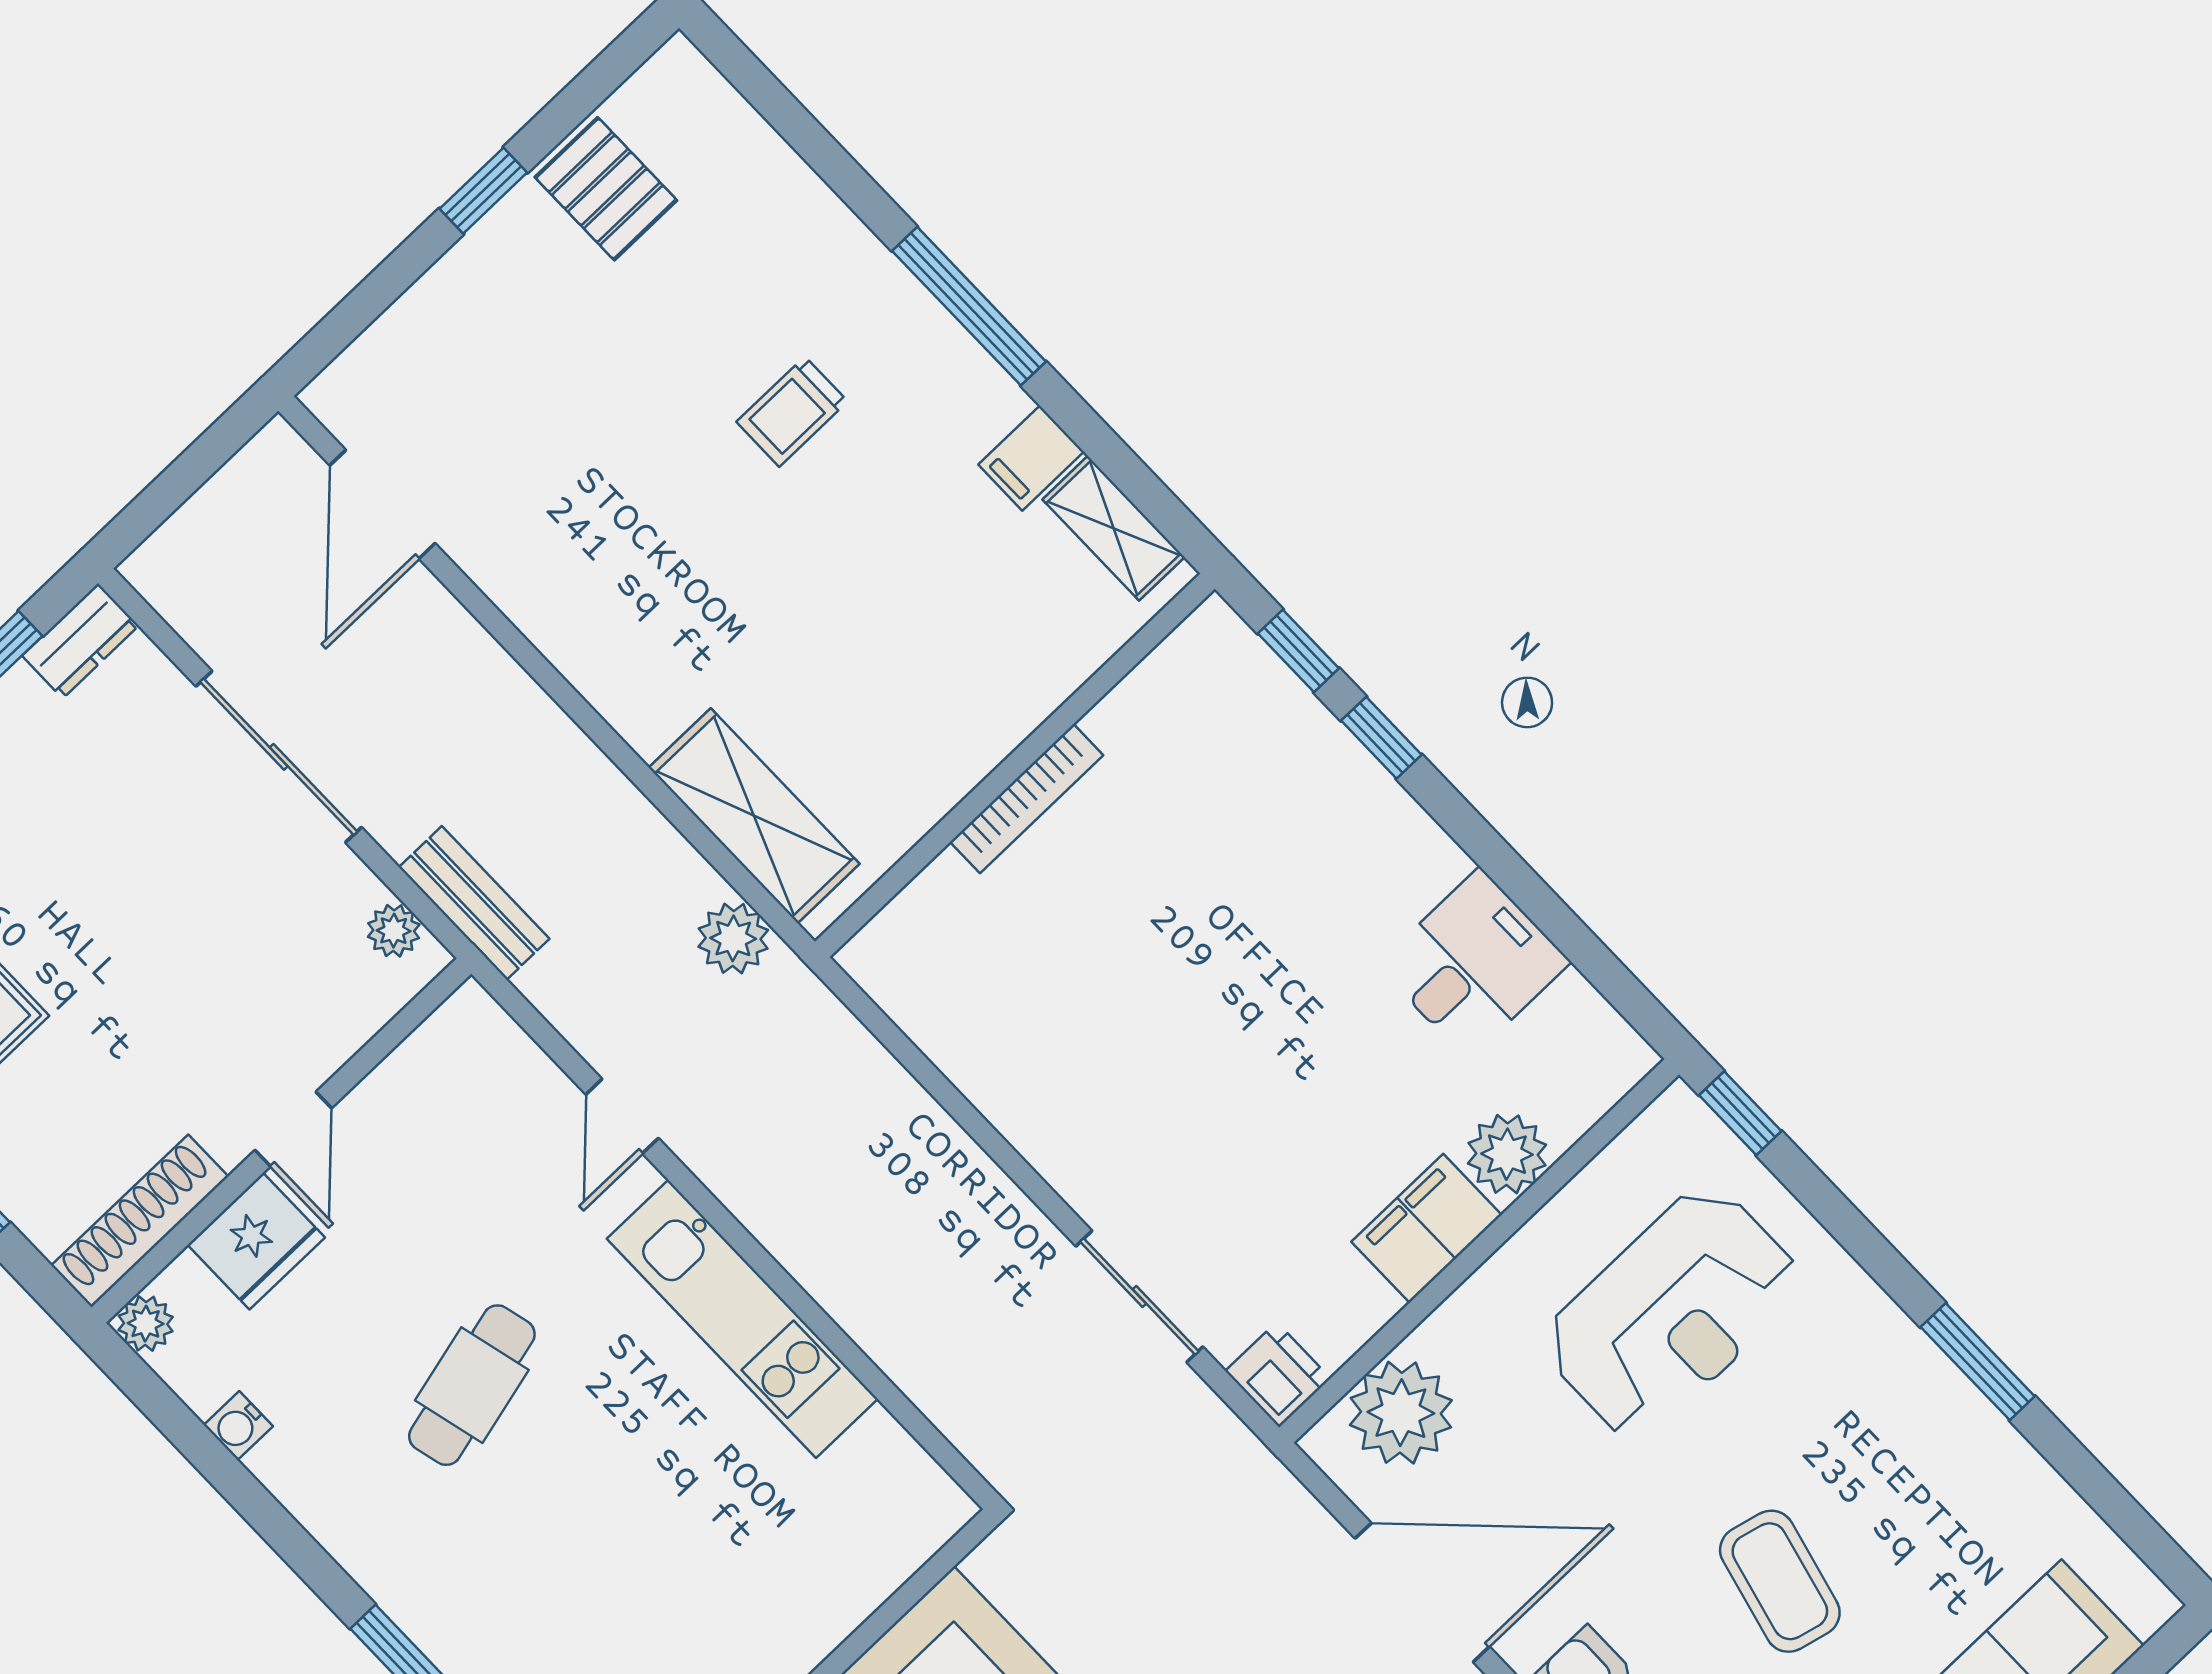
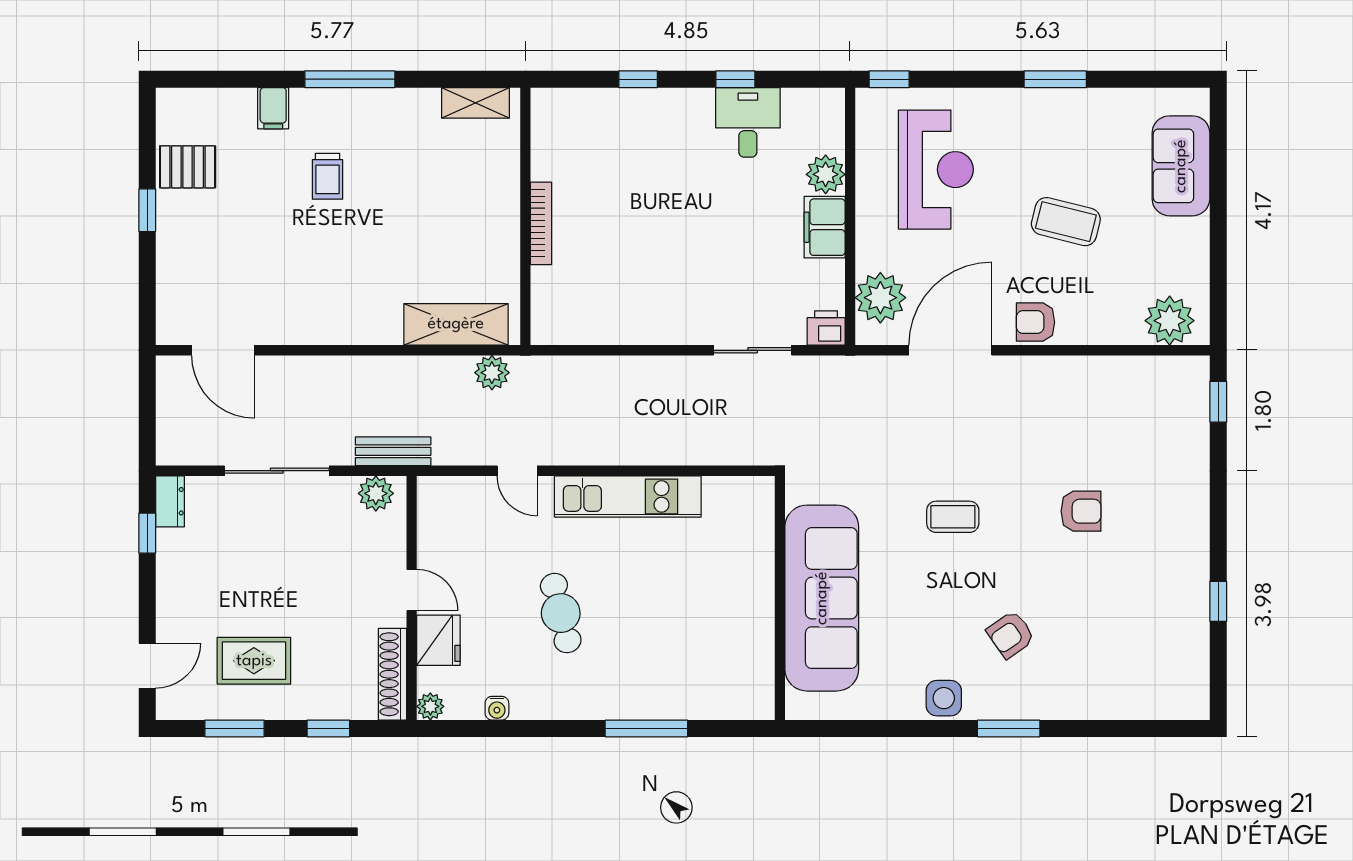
filing cabinet: (1031, 458) -> (273, 108), moved
window: (1298, 651) -> (735, 79), moved
plant: (394, 931) -> (376, 493), width x1.38, depth x1.38

